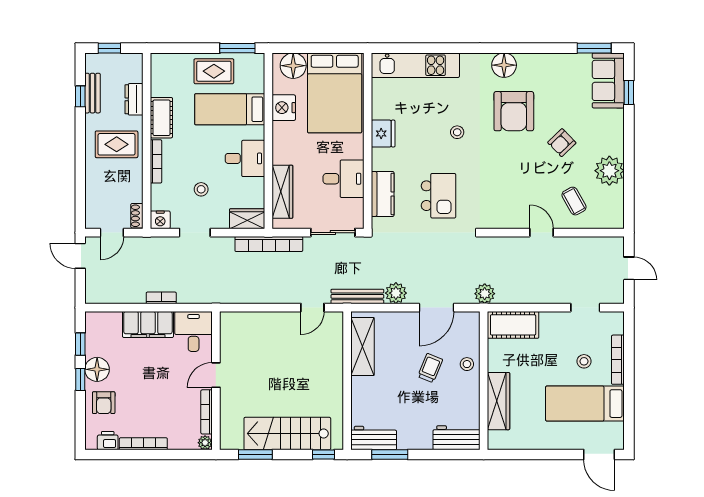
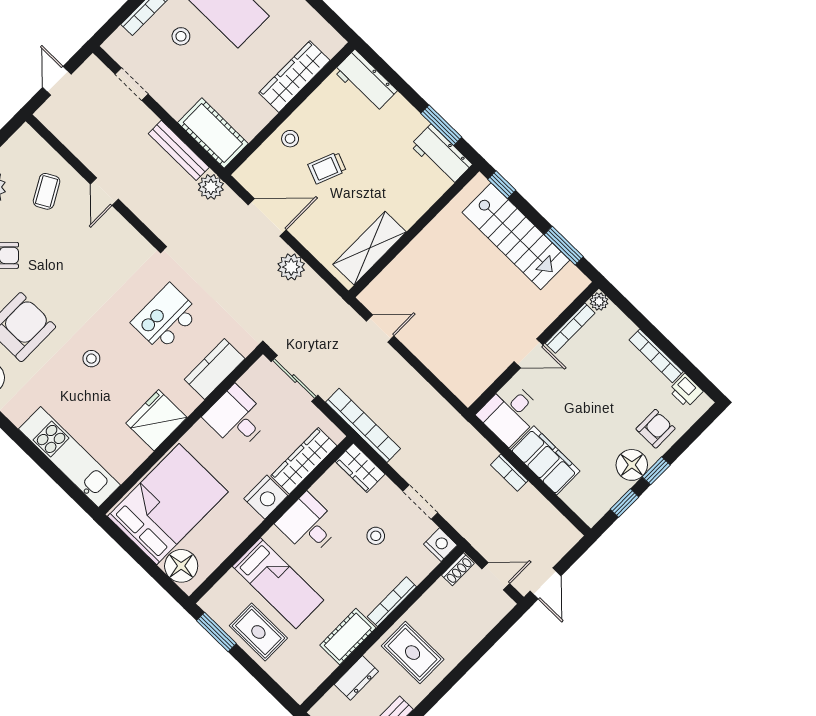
nightstand: (284, 108) -> (266, 497), moved
fridge: (383, 134) -> (156, 420), width x1.36, depth x1.34
bench: (357, 296) -> (179, 150), moved

